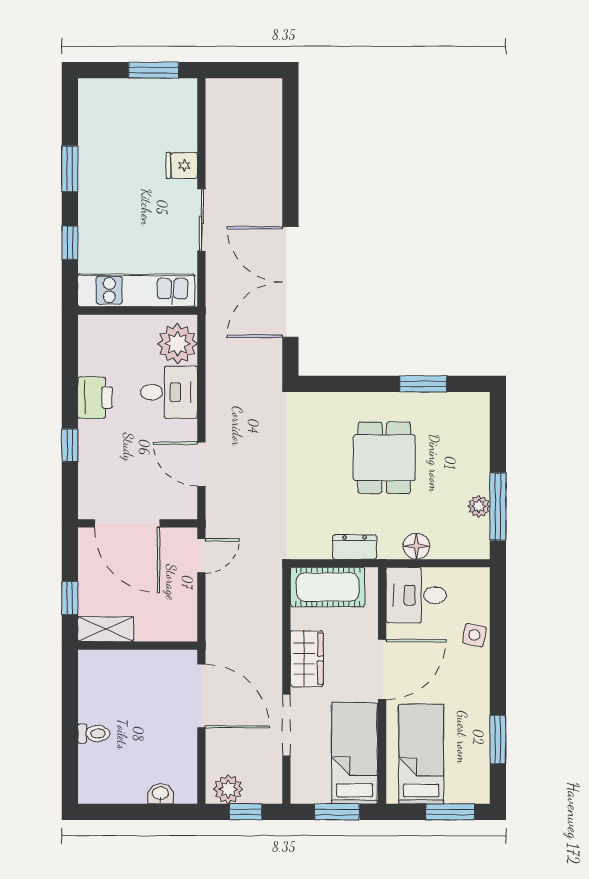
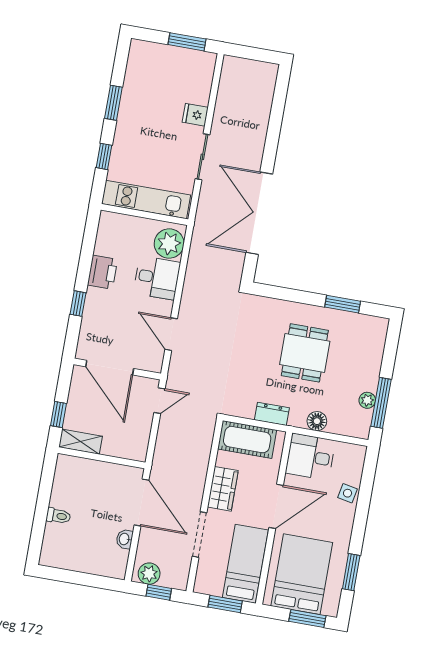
bed: (421, 754) -> (302, 574), width x1.50
washbasin: (161, 794) -> (124, 539), moved, turned -90

